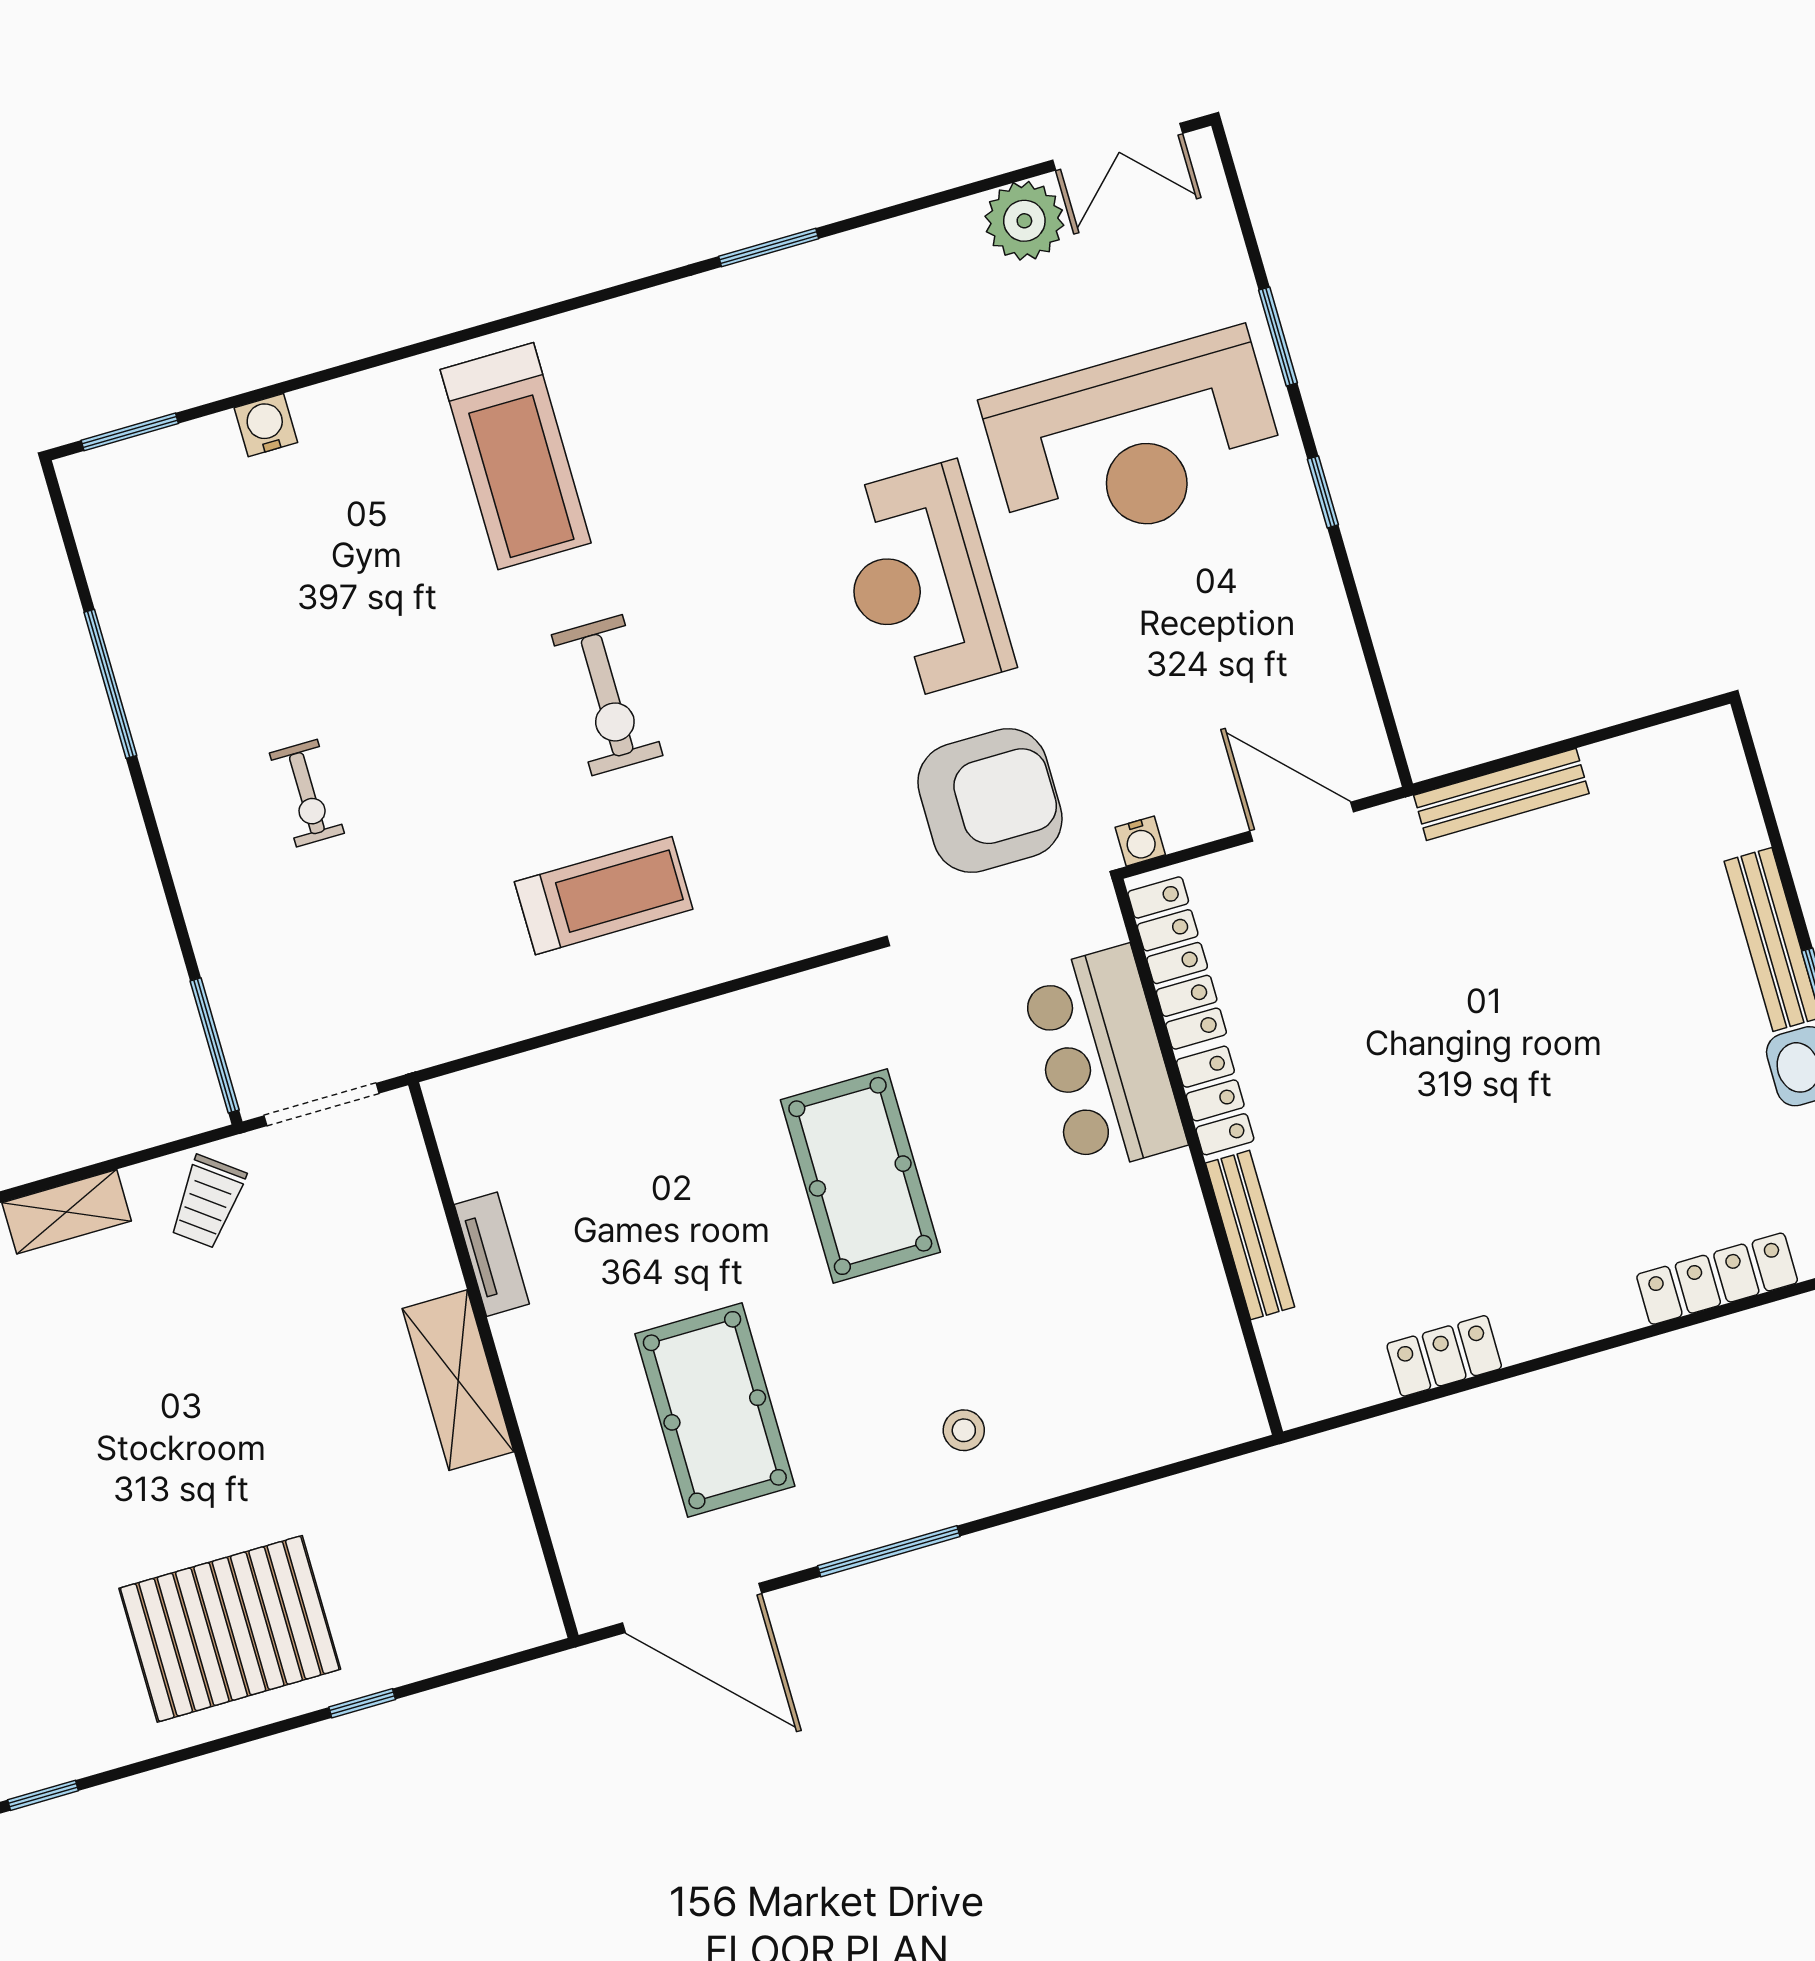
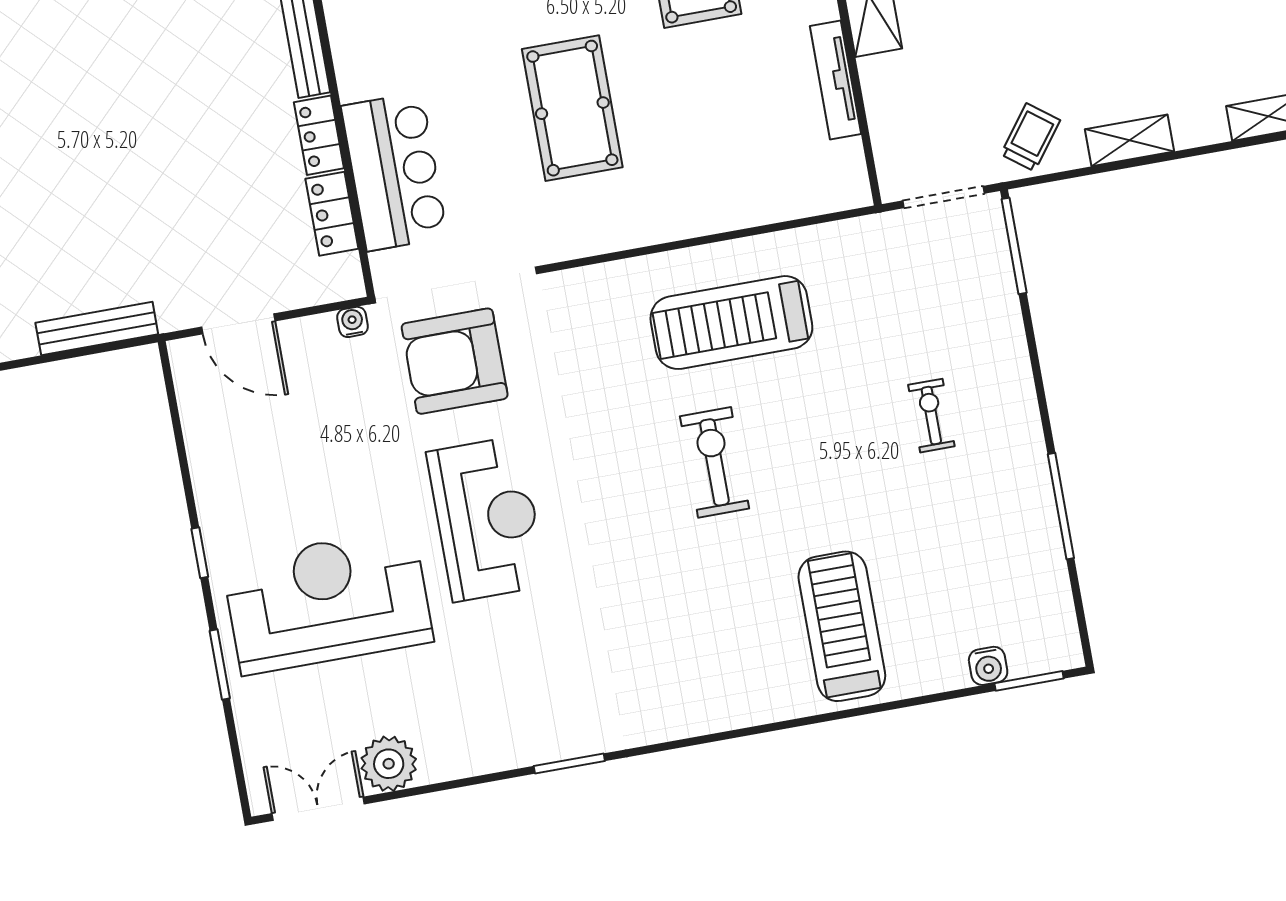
water cooler: (266, 425) -> (988, 666), moved
treadmill: (516, 456) -> (842, 626), moved
treadmill: (604, 896) -> (731, 323), width x1.37, depth x1.38
locker: (1177, 963) -> (332, 214), width x0.66
tv unit: (492, 1254) -> (835, 80), width x1.41

